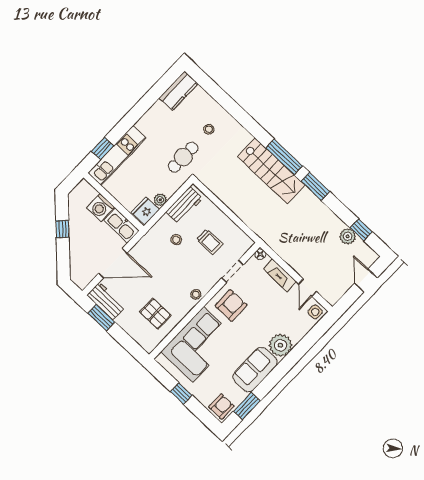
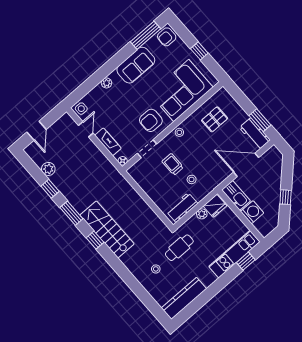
kitchen counter: (179, 91) -> (184, 298), width x1.50
window: (284, 157) -> (95, 240), width x0.46
window: (361, 230) -> (50, 189), moved
trolley: (210, 242) -> (173, 164), moved
pallet: (155, 314) -> (215, 119), turned 90
plant: (281, 345) -> (106, 83), width x0.53, depth x0.53
window: (247, 406) -> (146, 35), width x1.44

